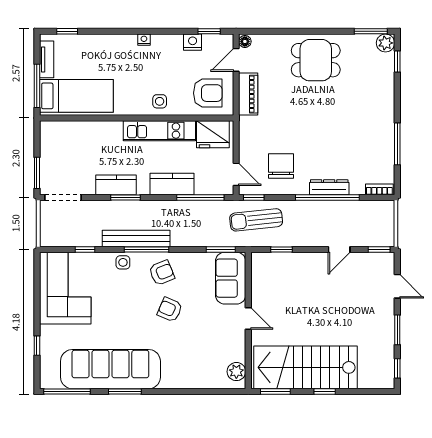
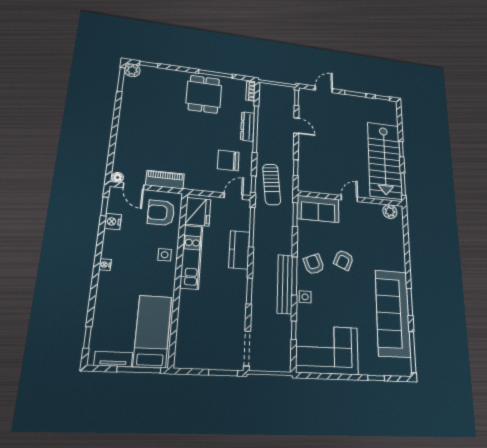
dining table: (316, 60) -> (204, 94), moved
armchair: (208, 93) -> (161, 213), turned -90
kitchen counter: (116, 185) -> (238, 299), removed

